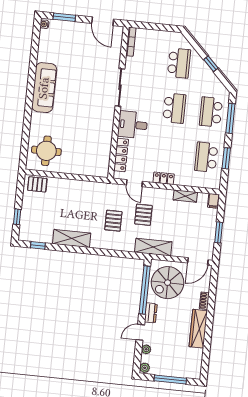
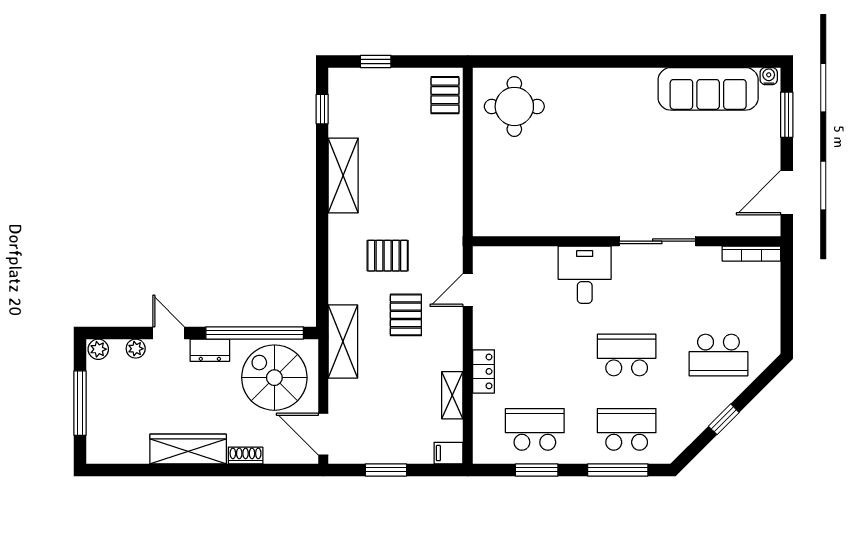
sofa: (44, 88) -> (708, 89), moved
school desk: (174, 108) -> (627, 355), turned 180
locker: (121, 155) -> (522, 258), removed
locker: (164, 178) -> (483, 371), moved
pallet: (143, 215) -> (406, 315), turned 90

